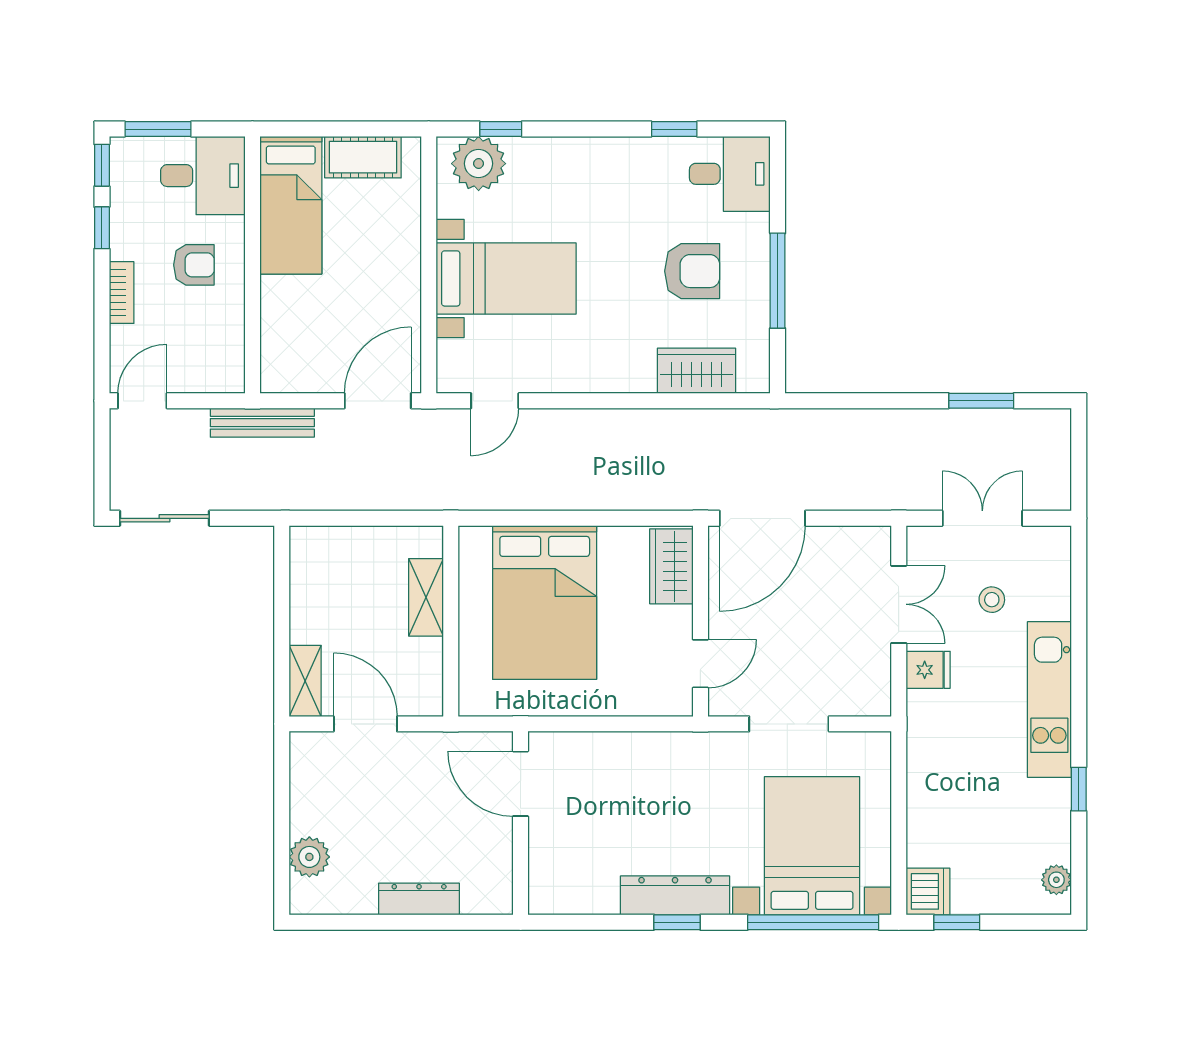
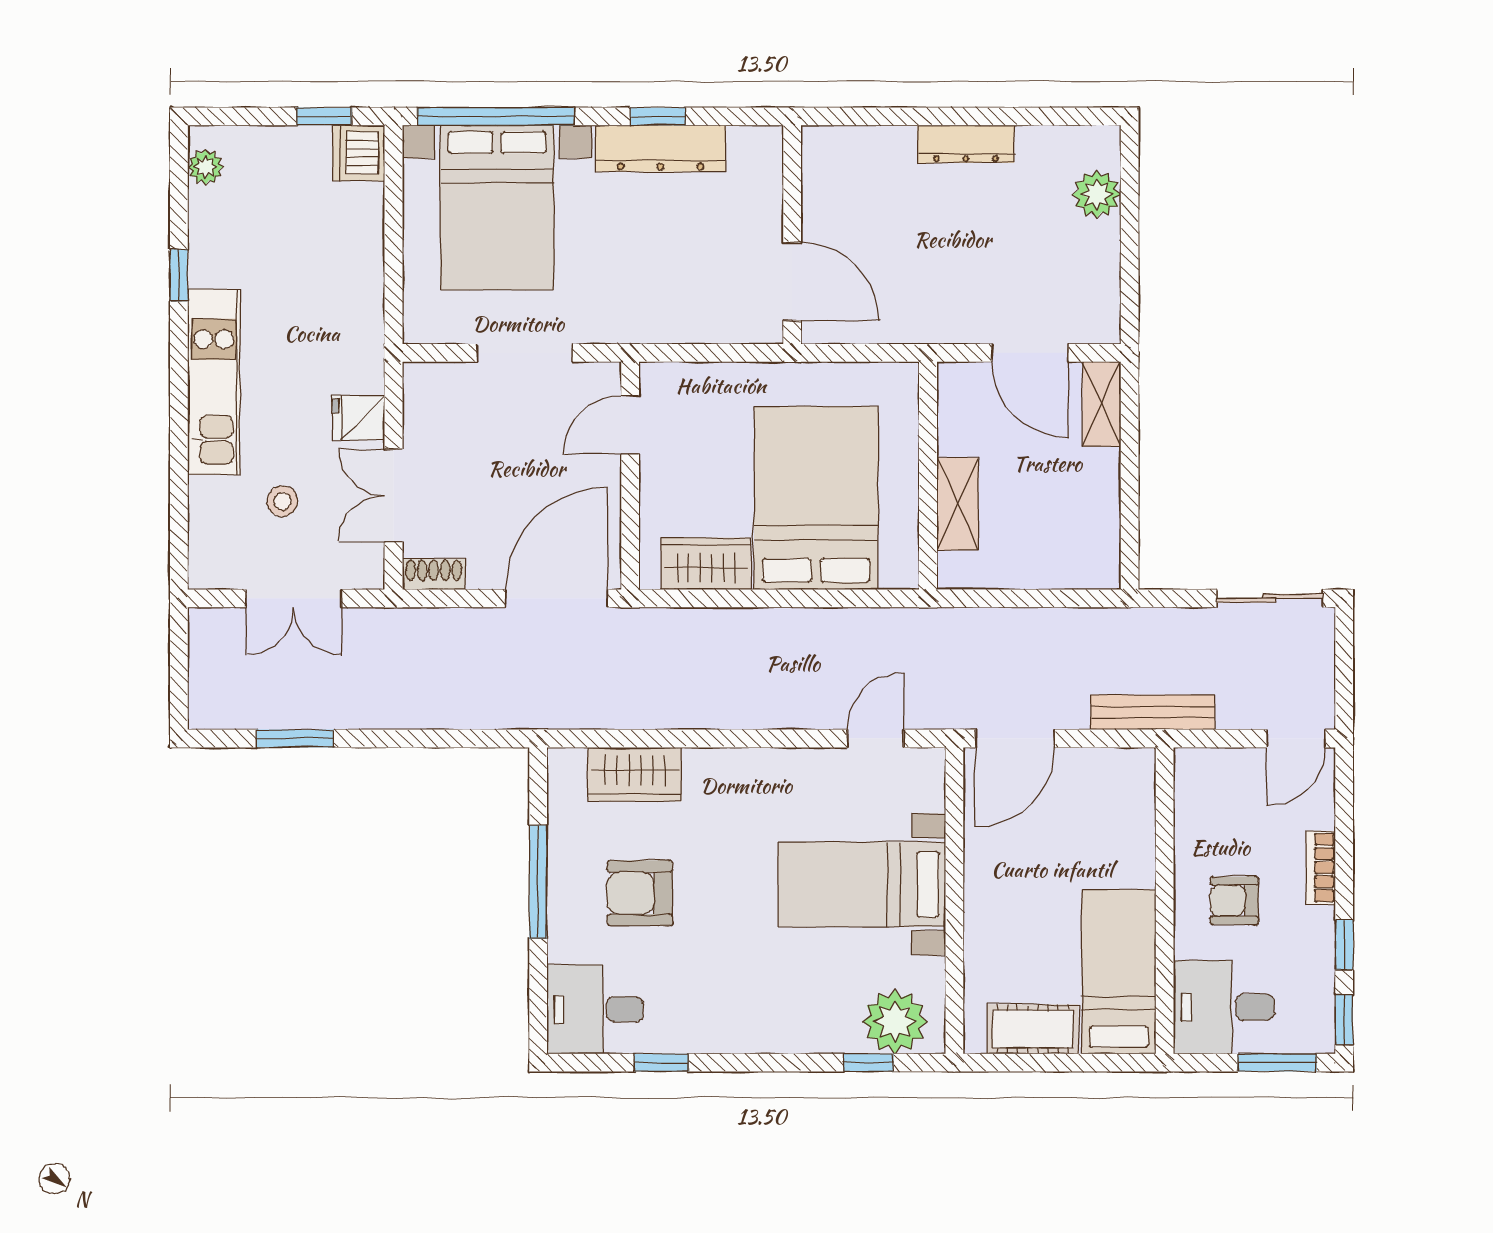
shoe rack: (865, 538) -> (434, 574), added
wardrobe: (671, 566) -> (706, 564), moved, turned -90
door: (521, 784) -> (792, 282), moved
wall: (521, 823) -> (792, 235), moved

